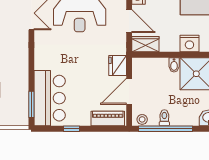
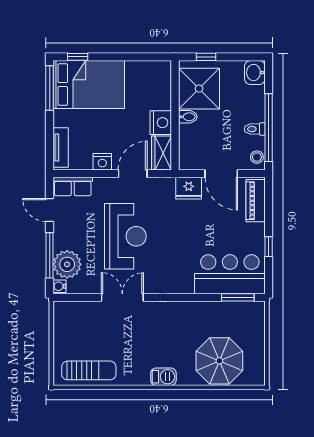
nightstand: (189, 43) -> (161, 123), moved

